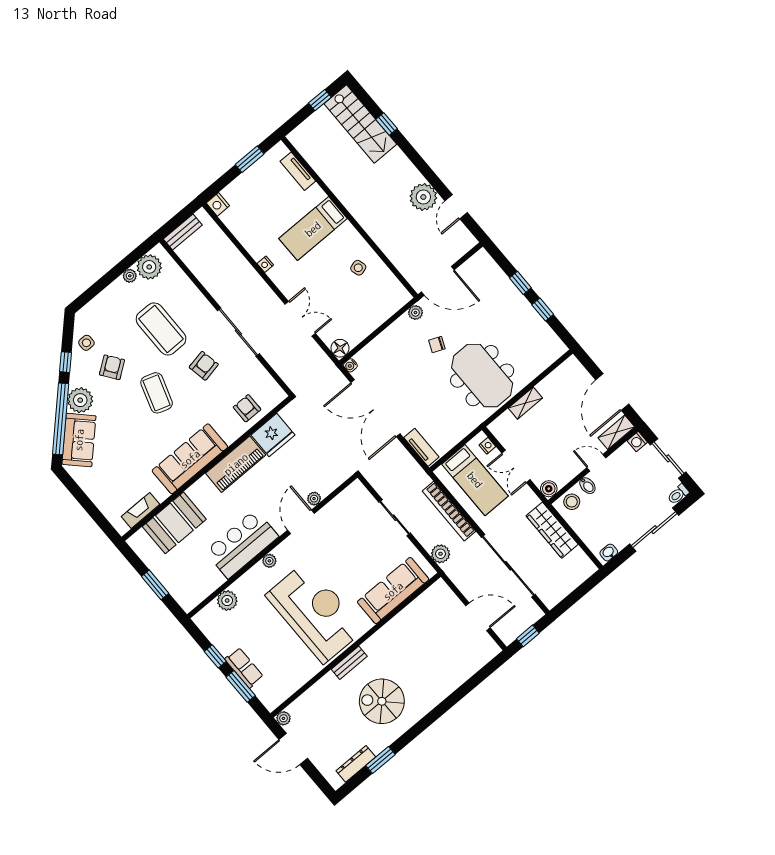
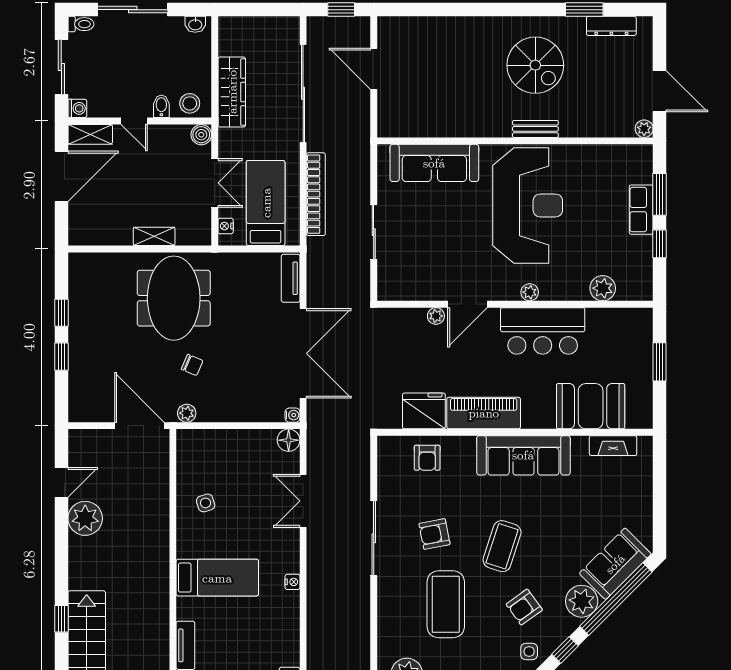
plant: (441, 554) -> (359, 160), removed
reception desk: (315, 612) -> (528, 205), turned 180

